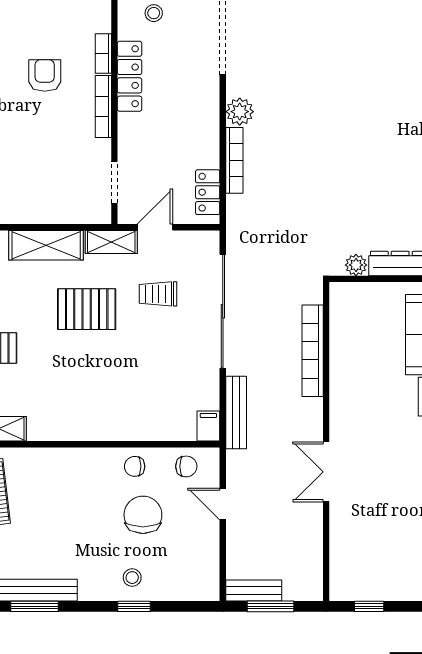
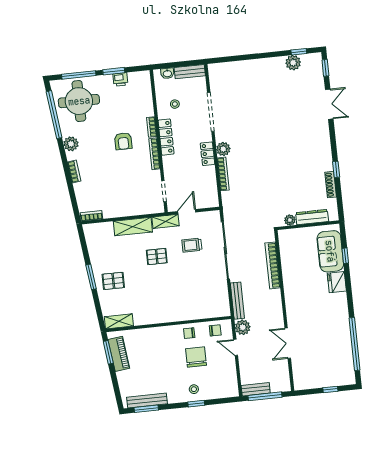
armchair: (45, 75) -> (123, 141), turned 180
locker: (208, 192) -> (208, 154), moved
pallet: (87, 309) -> (157, 257), width x0.67, depth x0.71
filing cabinet: (208, 426) -> (224, 309), removed
plant: (241, 466) -> (243, 327), added
double door: (326, 472) -> (288, 343), moved
window: (270, 606) -> (265, 396), width x1.44
window: (369, 606) -> (330, 389), moved

